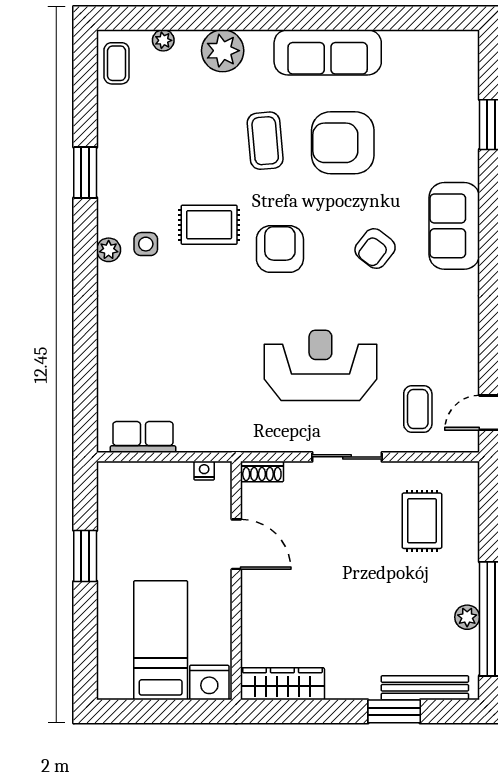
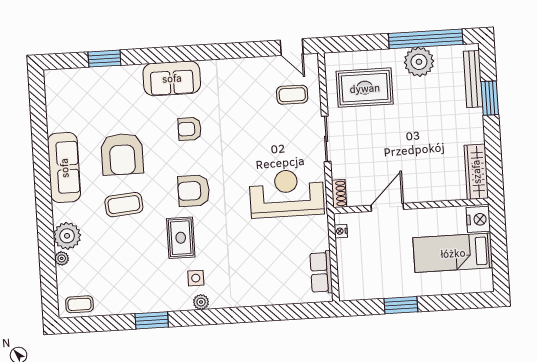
plant: (163, 40) -> (62, 258), moved
armchair: (375, 249) -> (190, 129), turned 142
reception desk: (320, 365) -> (287, 193), moved, turned 90
rug: (422, 521) -> (365, 88), width x1.36, depth x1.43
plant: (467, 617) -> (419, 62), width x1.88, depth x1.88

